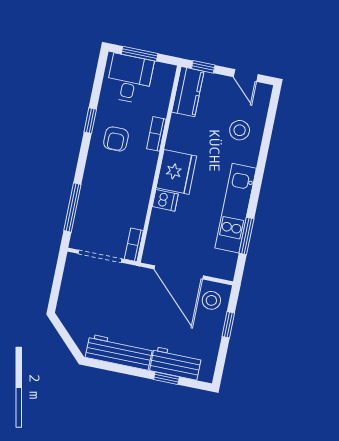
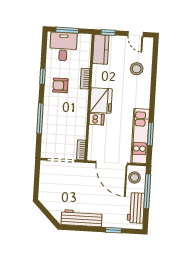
armchair: (116, 139) -> (60, 85), turned 90
window: (72, 207) -> (40, 118), moved
kitchen unit: (236, 208) -> (140, 136), moved
window: (228, 325) -> (147, 191), width x2.17
workbench: (176, 363) -> (136, 208), moved, turned -90

